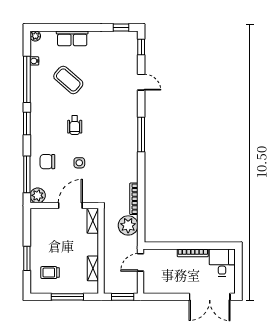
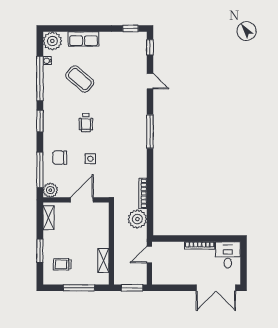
plant: (35, 36) -> (52, 41), width x1.87, depth x1.87
shelving: (93, 221) -> (49, 218), moved

